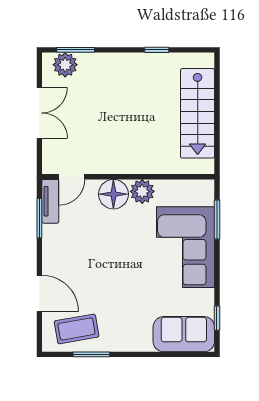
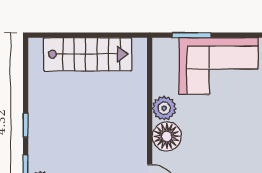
window: (157, 50) -> (26, 125), moved

